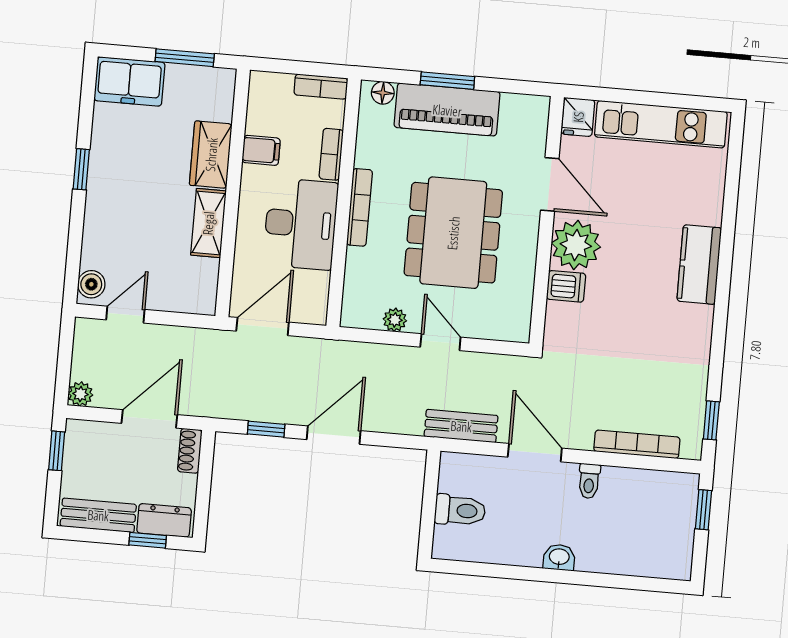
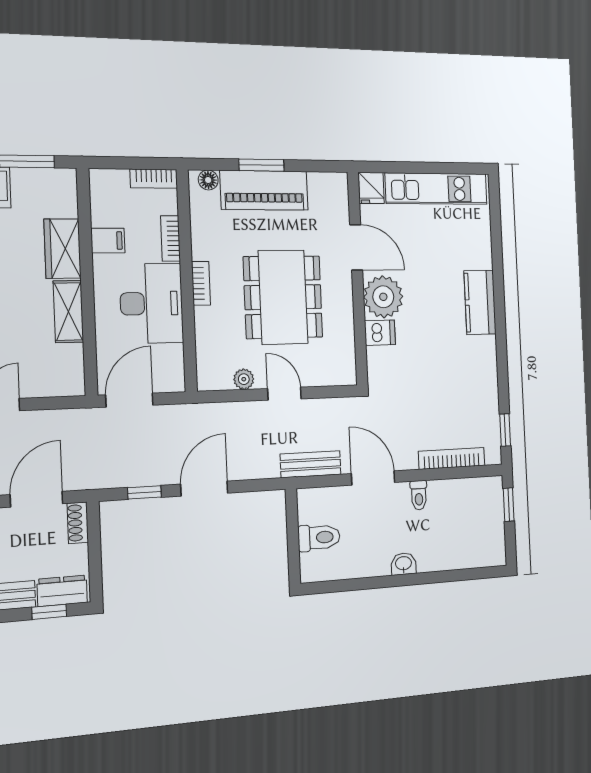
bookcase: (359, 207) -> (201, 283), width x0.64

